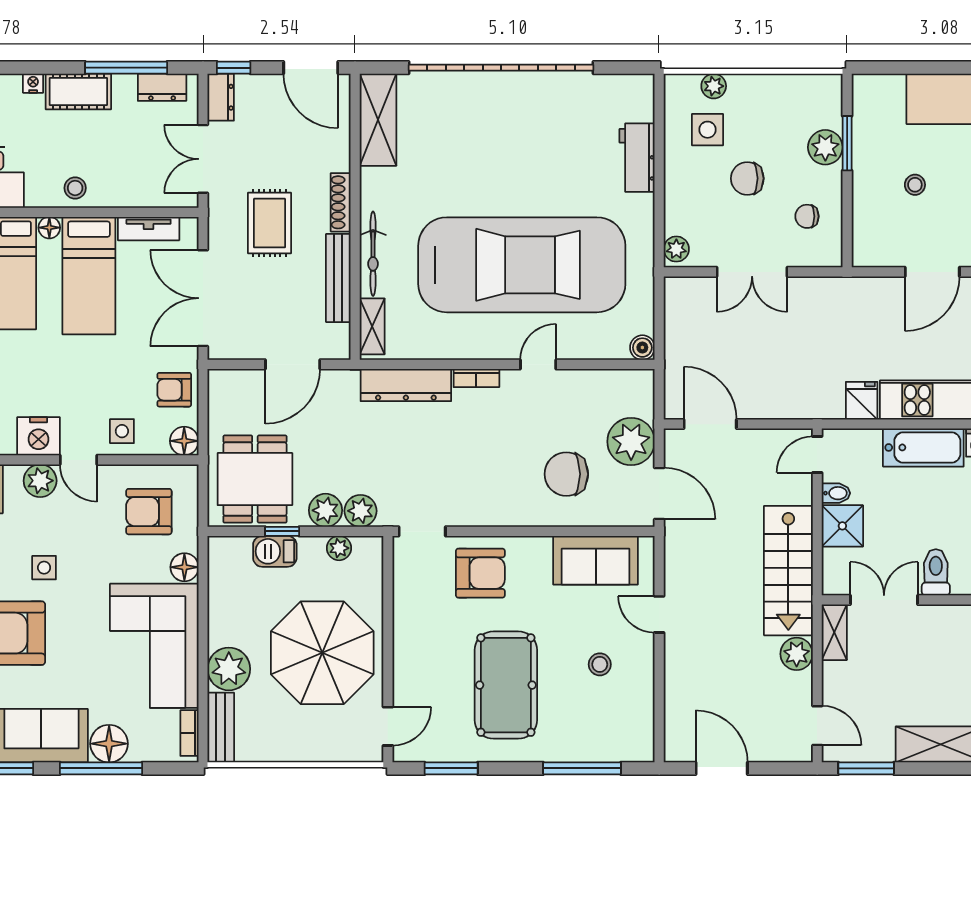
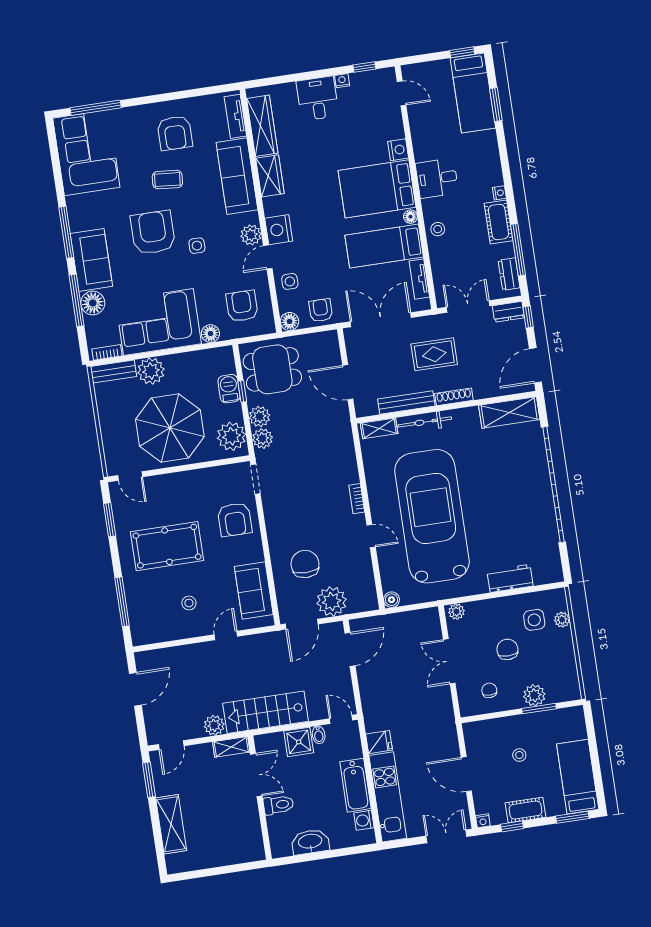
car: (522, 265) -> (432, 516), turned 180
dresser: (406, 385) -> (346, 455), removed
plant: (339, 548) -> (231, 436), width x1.87, depth x1.87

